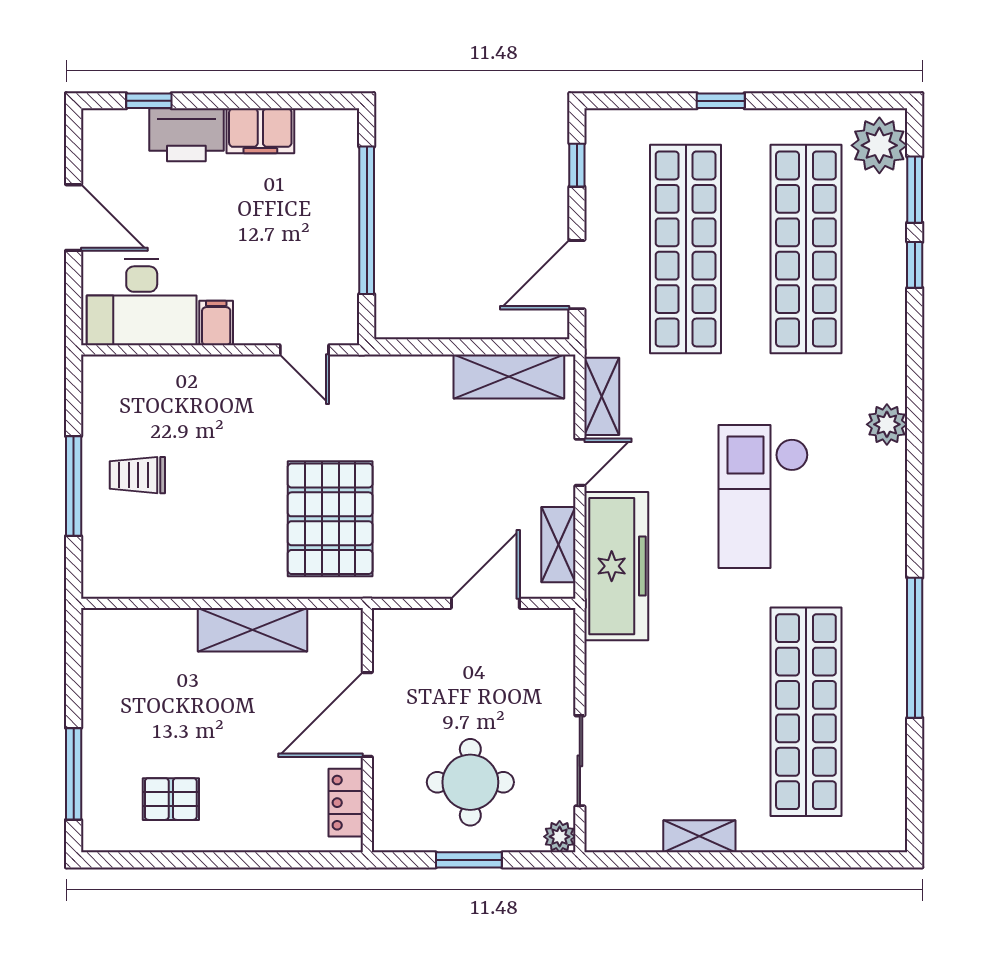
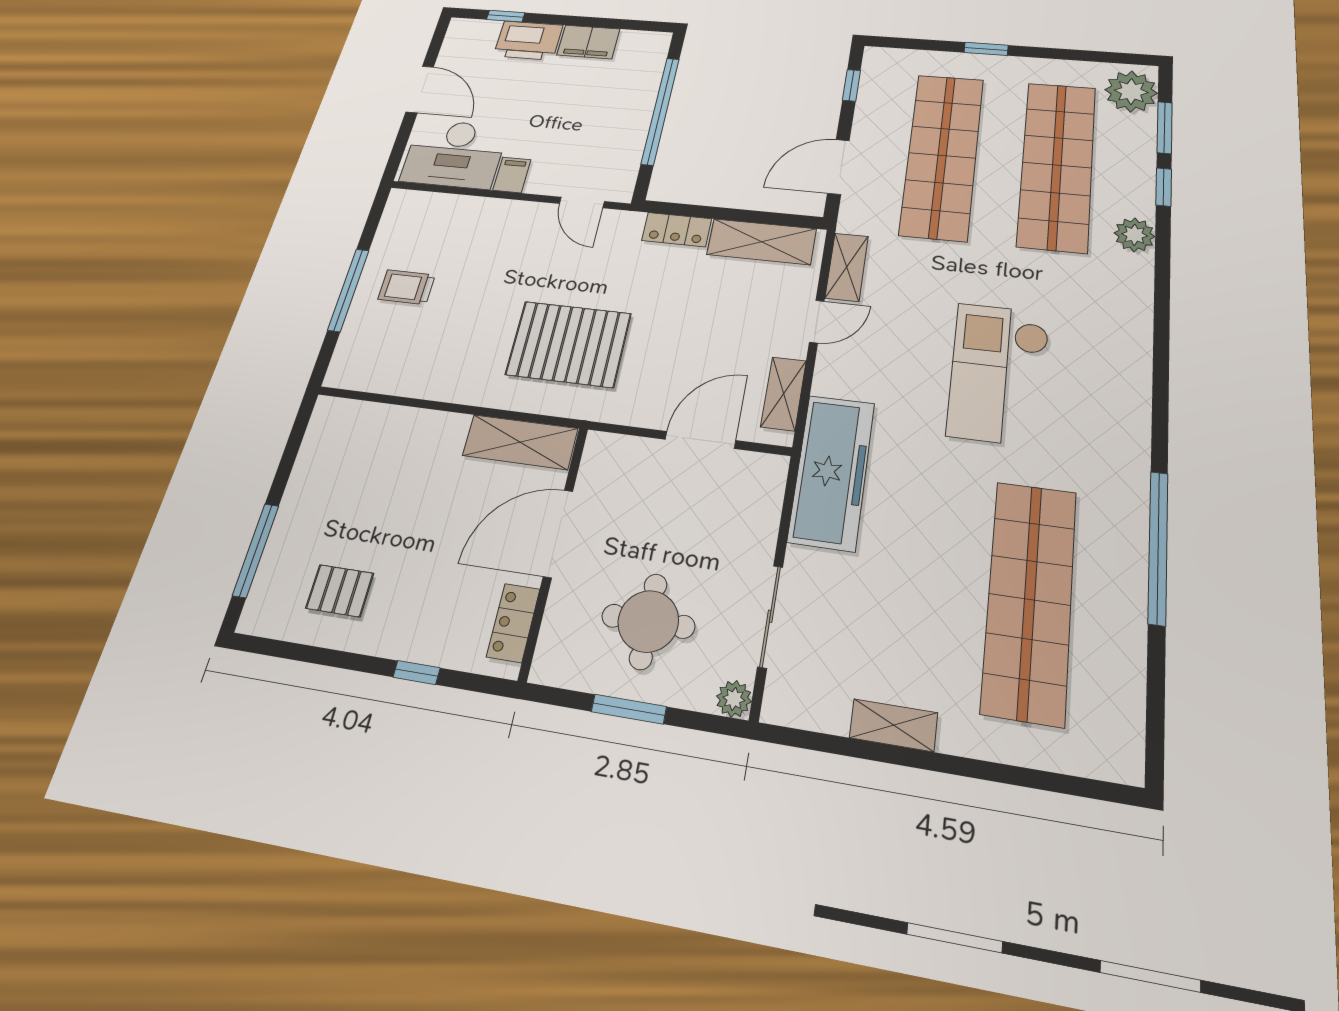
locker: (416, 372) -> (677, 230), added
plant: (887, 424) -> (1134, 235), moved
pallet: (330, 519) -> (568, 344), turned 90
freezer: (616, 566) -> (832, 472), moved
shelving: (252, 630) -> (520, 442), moved
window: (268, 860) -> (417, 673), added

